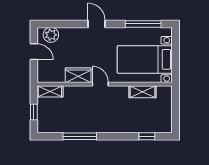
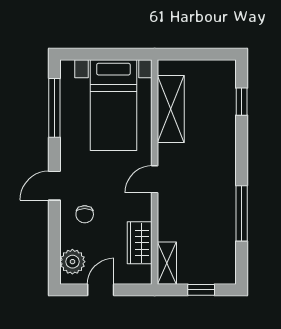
chair: (79, 42) -> (85, 214), added
wardrobe: (78, 75) -> (140, 243), moved
shelving: (142, 92) -> (171, 109), width x1.50, depth x1.33

